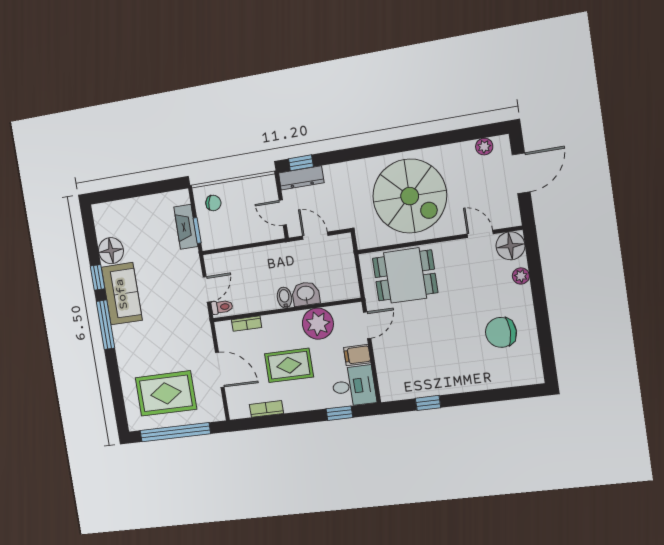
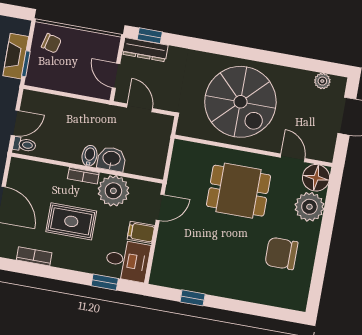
dining table: (405, 275) -> (239, 191), moved
plant: (521, 276) -> (309, 207), width x1.88, depth x1.88
bookcase: (247, 324) -> (83, 176), moved

